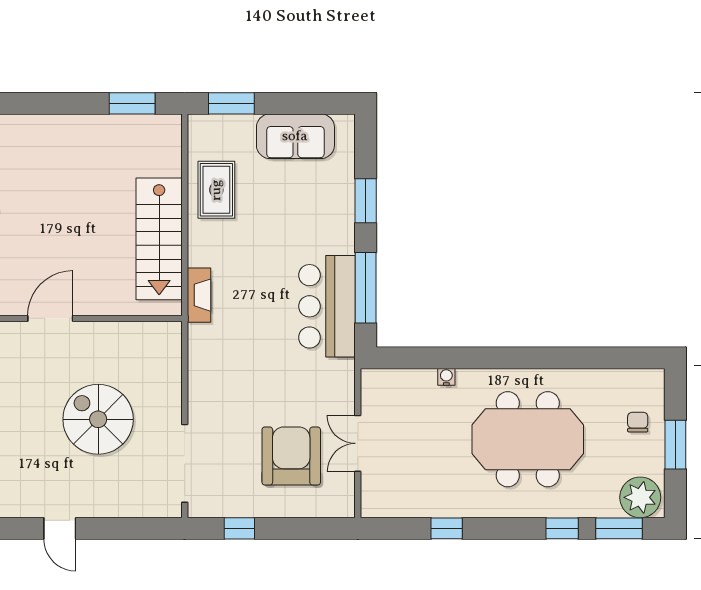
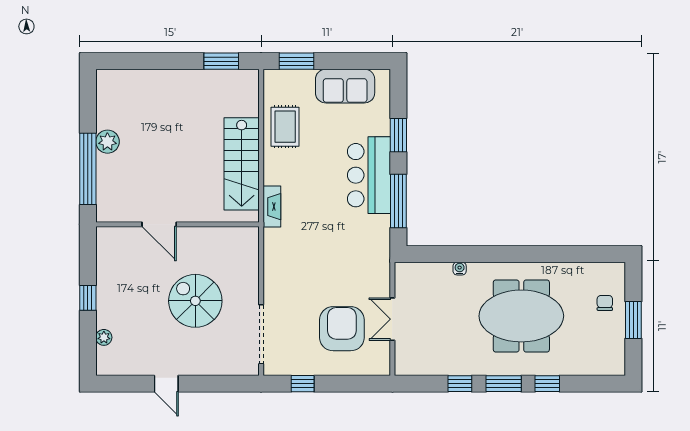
bar counter: (327, 306) -> (369, 175), moved
door: (50, 318) -> (159, 224), swing flipped
plant: (640, 497) -> (607, 360), removed
window: (619, 528) -> (504, 384), moved

